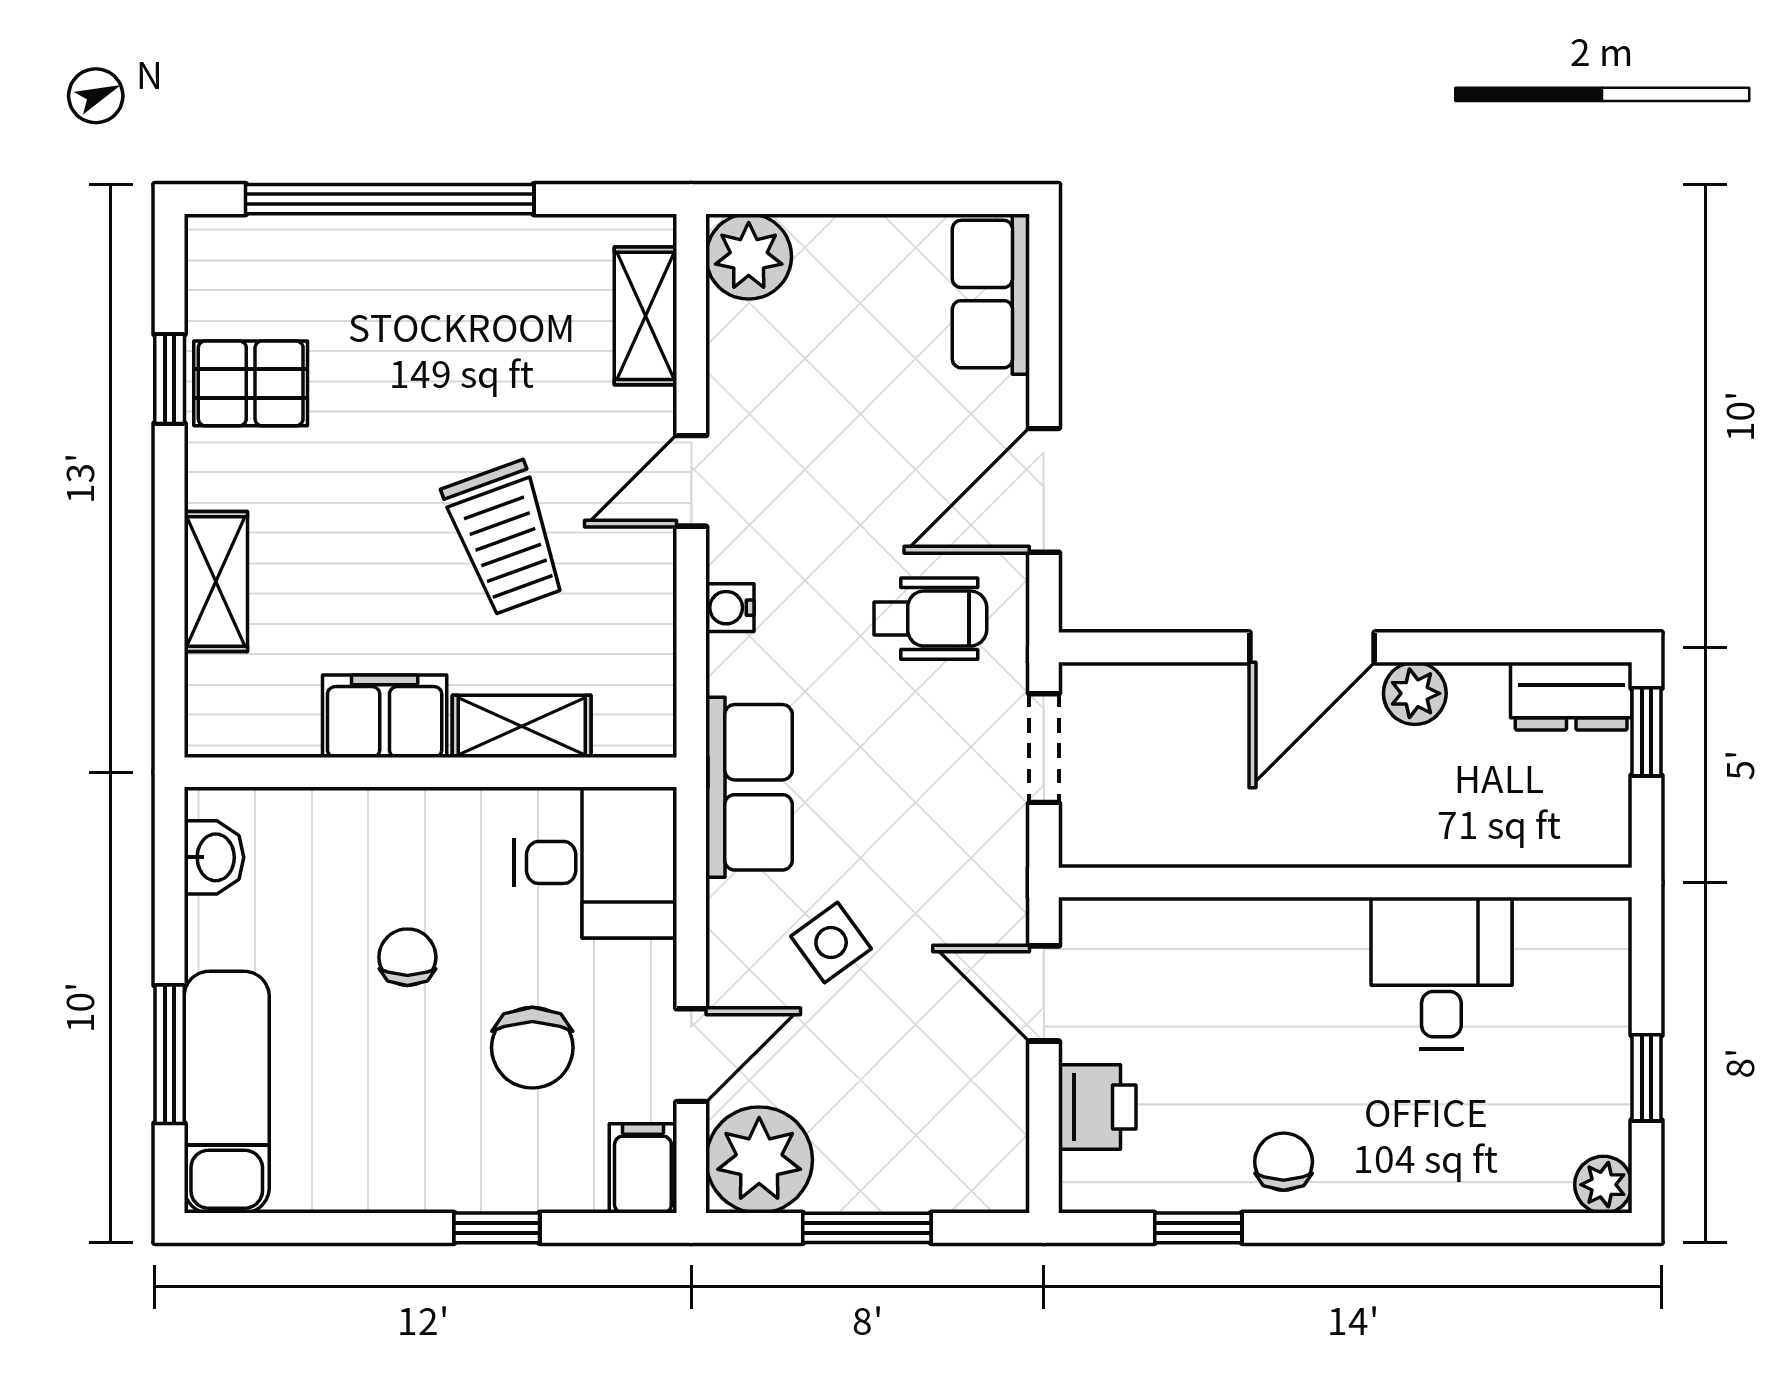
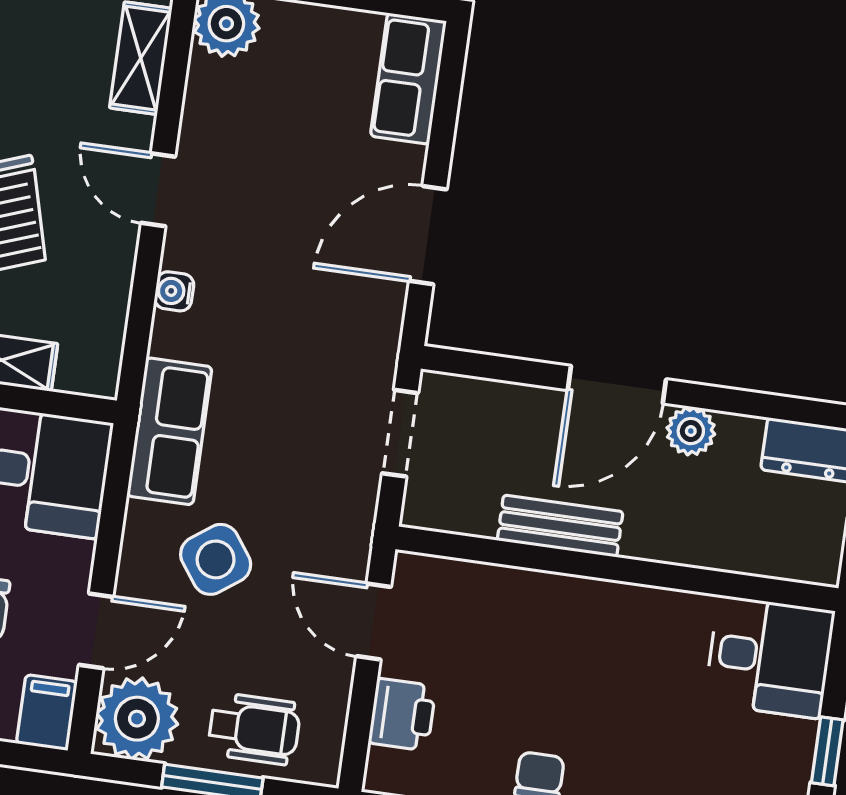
door: (691, 481) -> (158, 190), hinge flipped
wheelchair: (930, 619) -> (254, 729), moved
bench: (1265, 838) -> (560, 526), added
side table: (831, 943) -> (216, 559), width x1.37, depth x1.37
desk: (1441, 973) -> (770, 657), moved, turned 90

